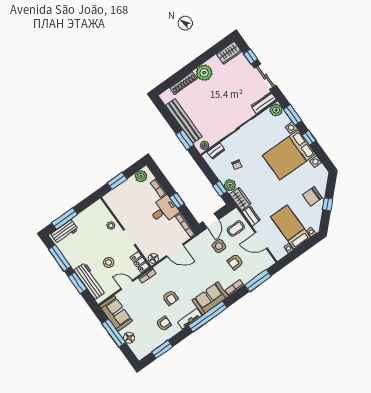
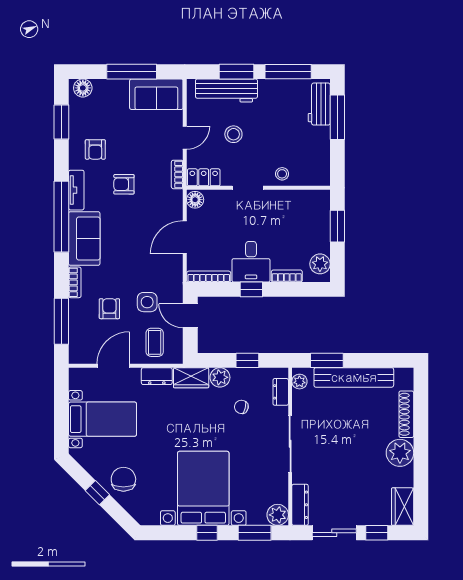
window: (220, 189) -> (247, 360), moved
floor lamp: (129, 338) -> (83, 88), moved

